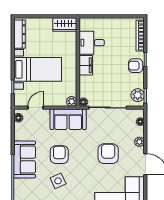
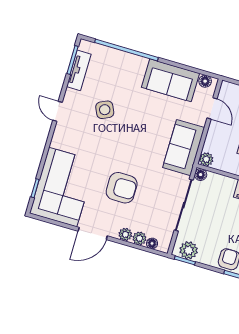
plant: (139, 131) -> (139, 238), added
armchair: (59, 155) -> (139, 122), removed
sofa: (25, 160) -> (170, 80), moved

